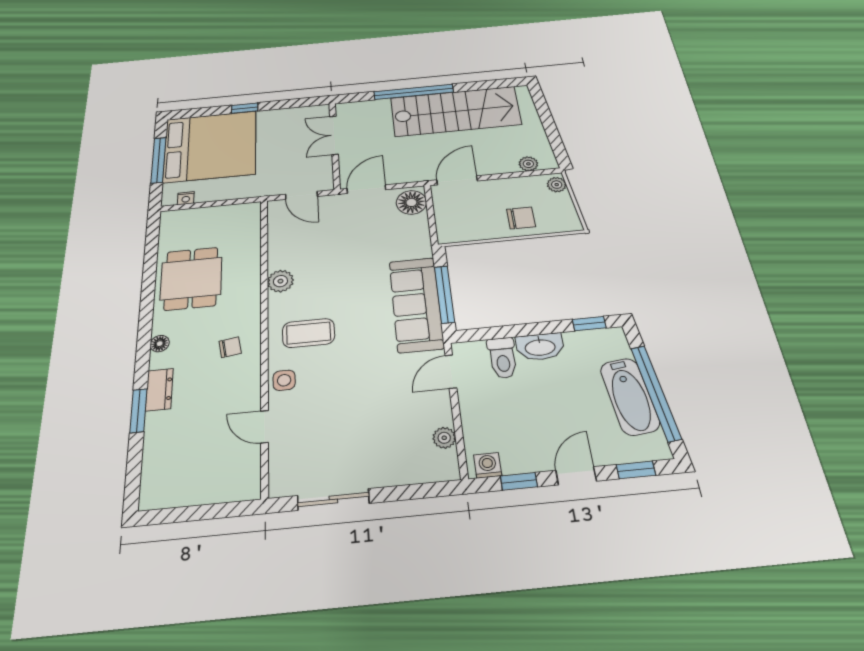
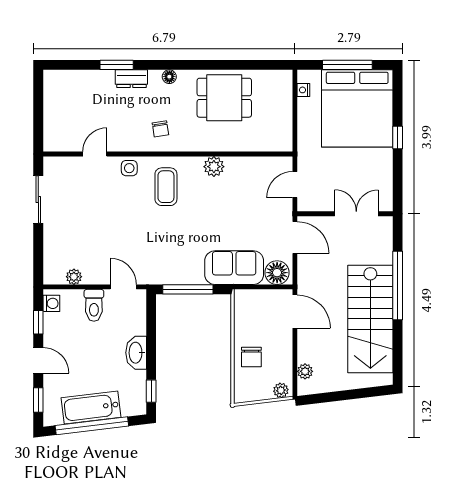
sofa: (416, 304) -> (234, 268), moved, width x0.73
toilet: (503, 358) -> (94, 305), moved, turned -90

